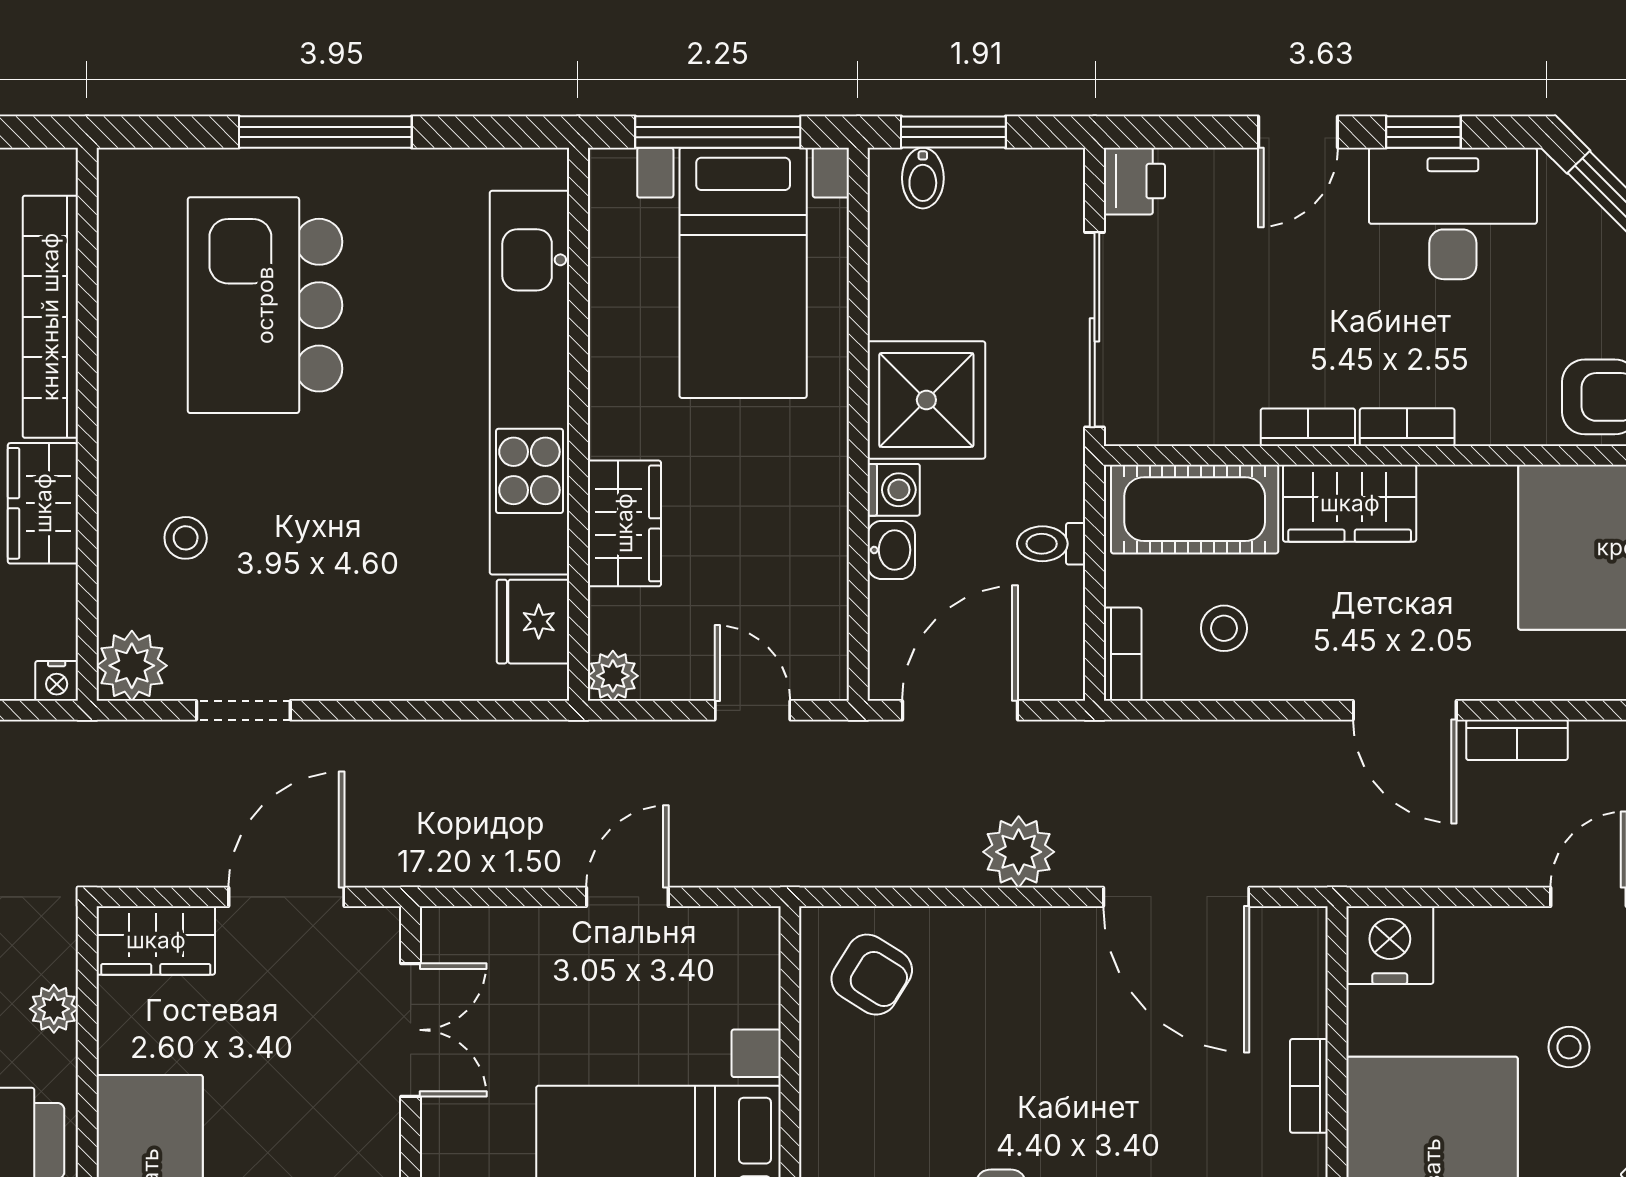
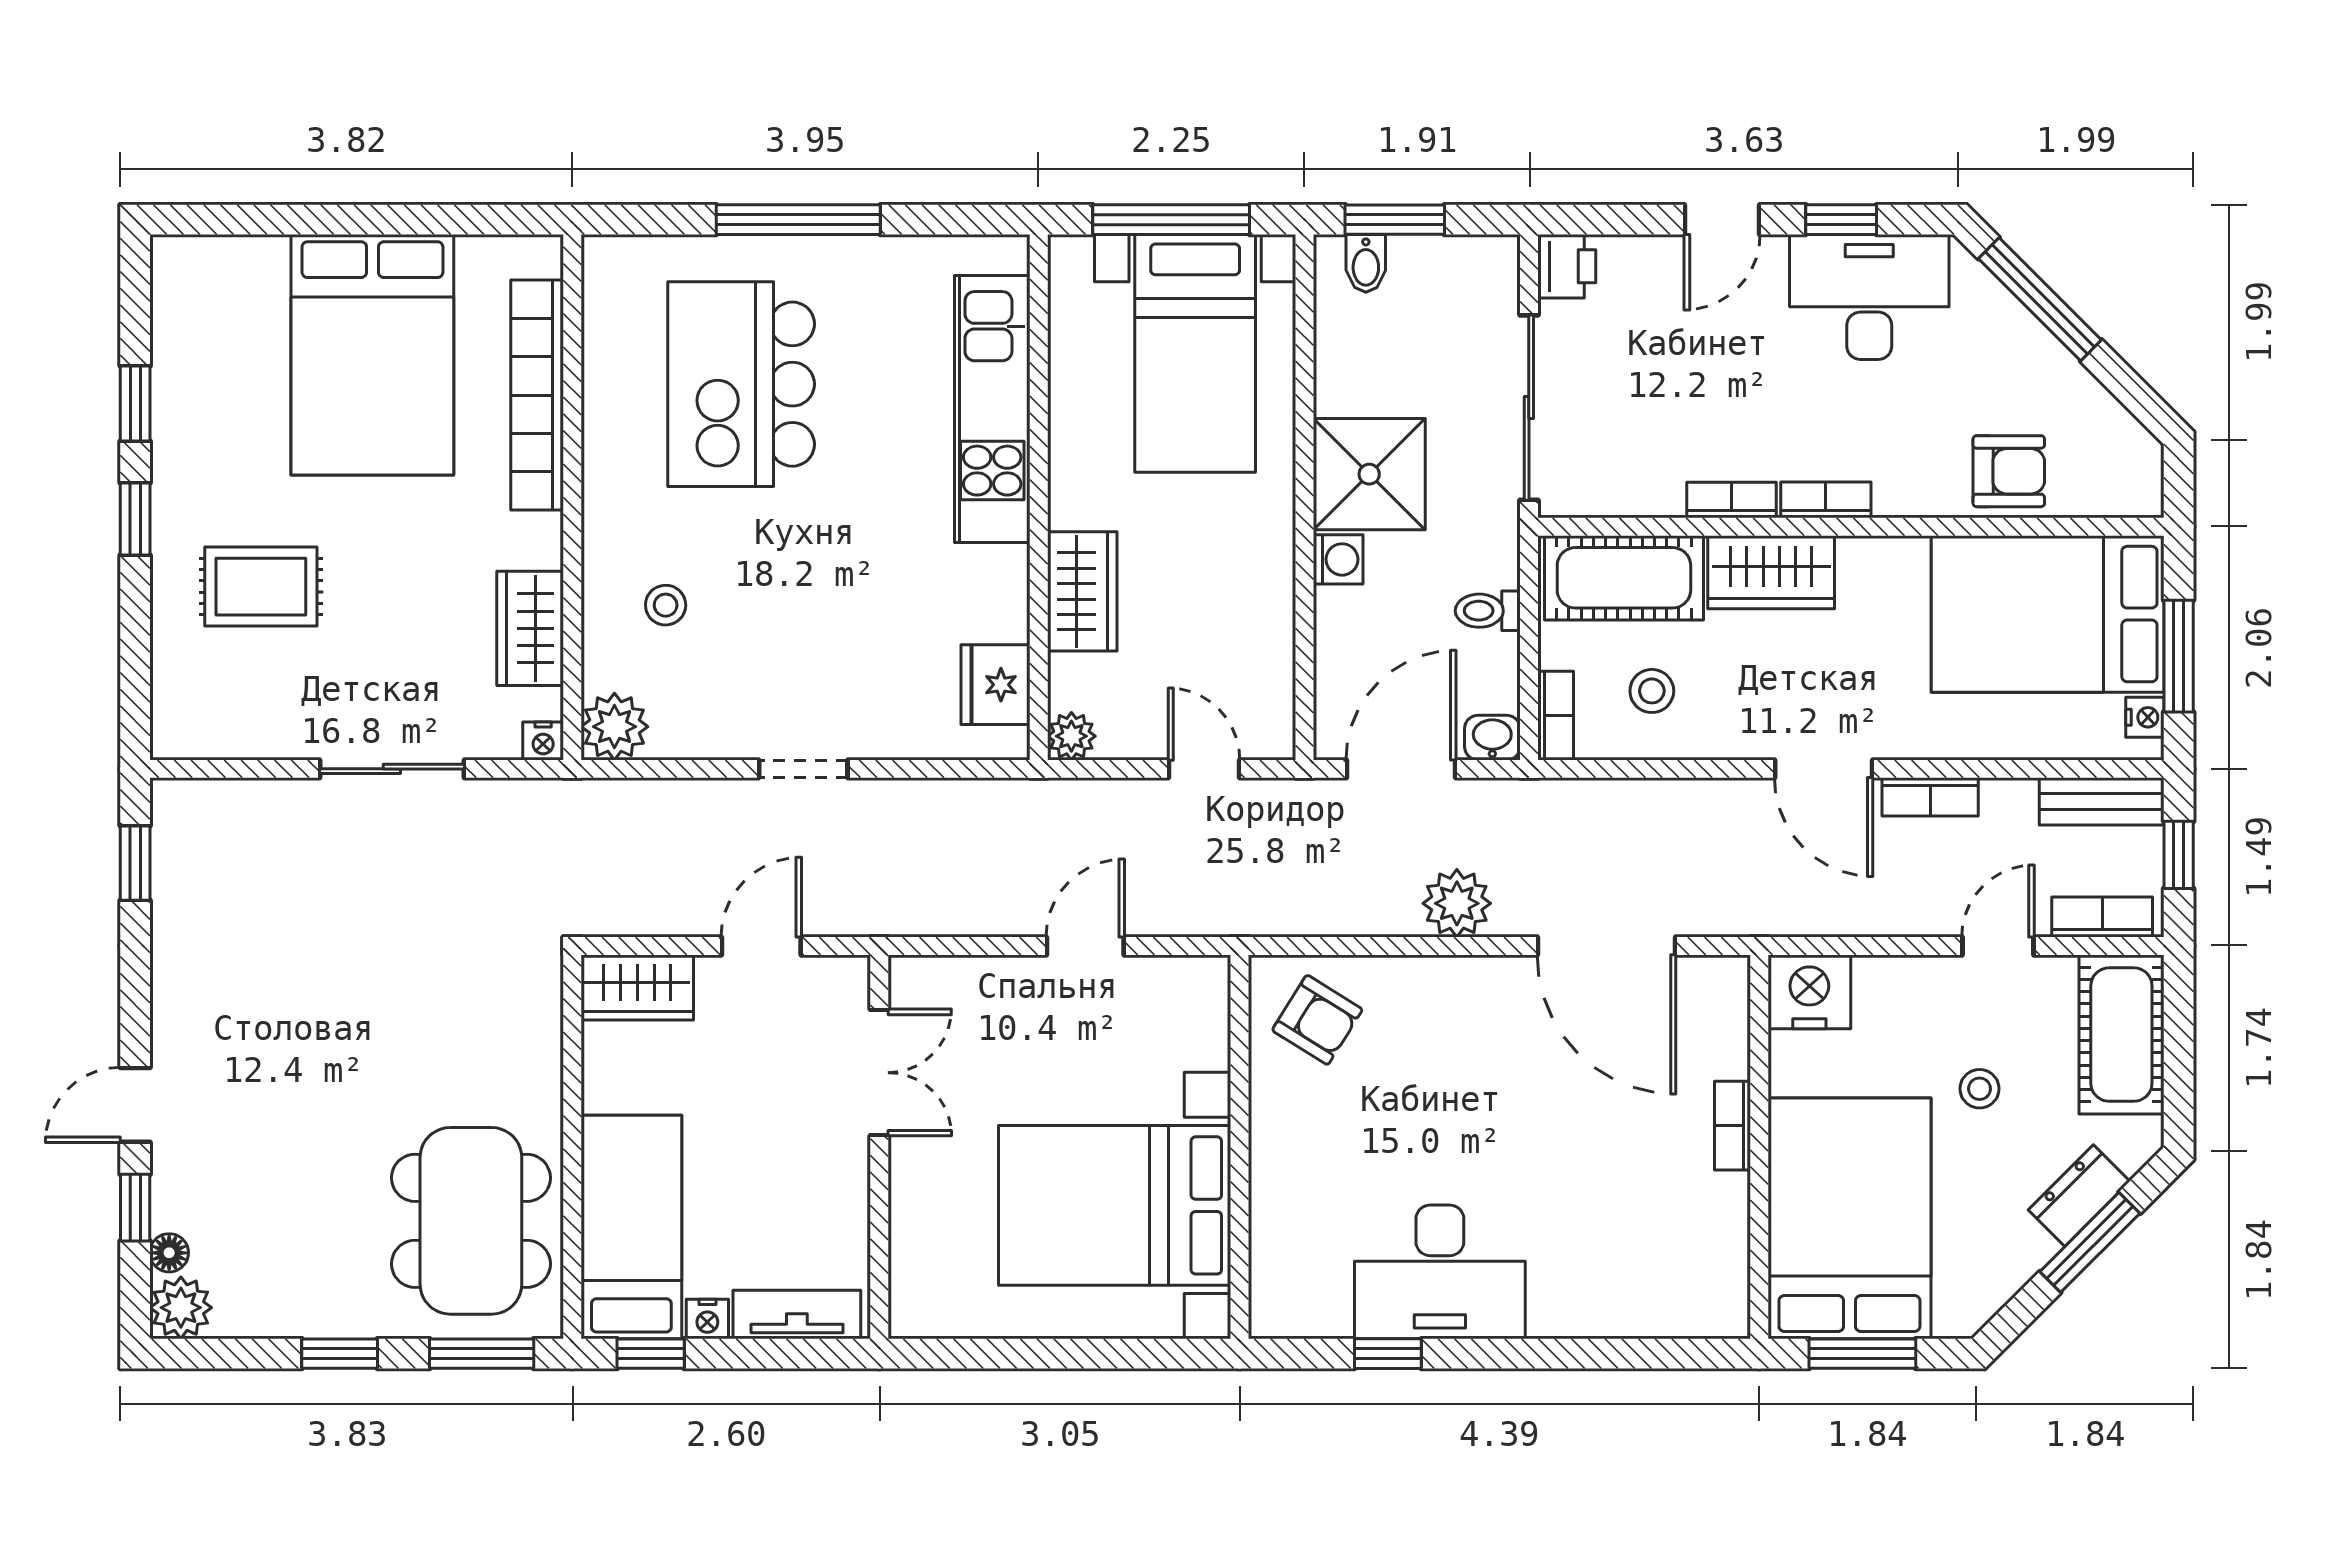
kitchen unit: (529, 383) -> (992, 409), width x0.73
wardrobe: (43, 503) -> (530, 628), moved
washbasin: (891, 550) -> (1492, 738), moved, turned -90
doorway: (243, 710) -> (803, 769), moved
door: (286, 897) -> (761, 946), width x0.73
plant: (54, 1009) -> (540, 1052), removed

